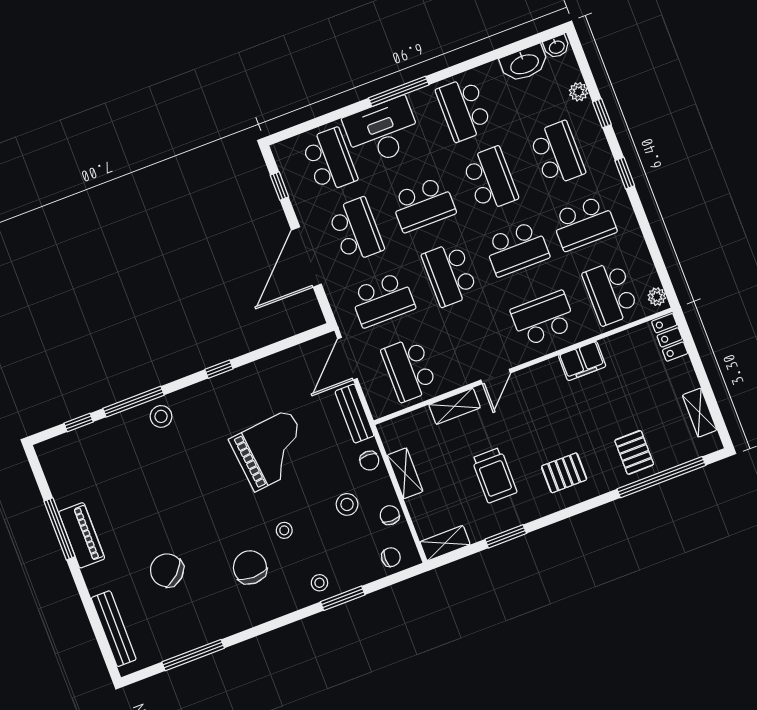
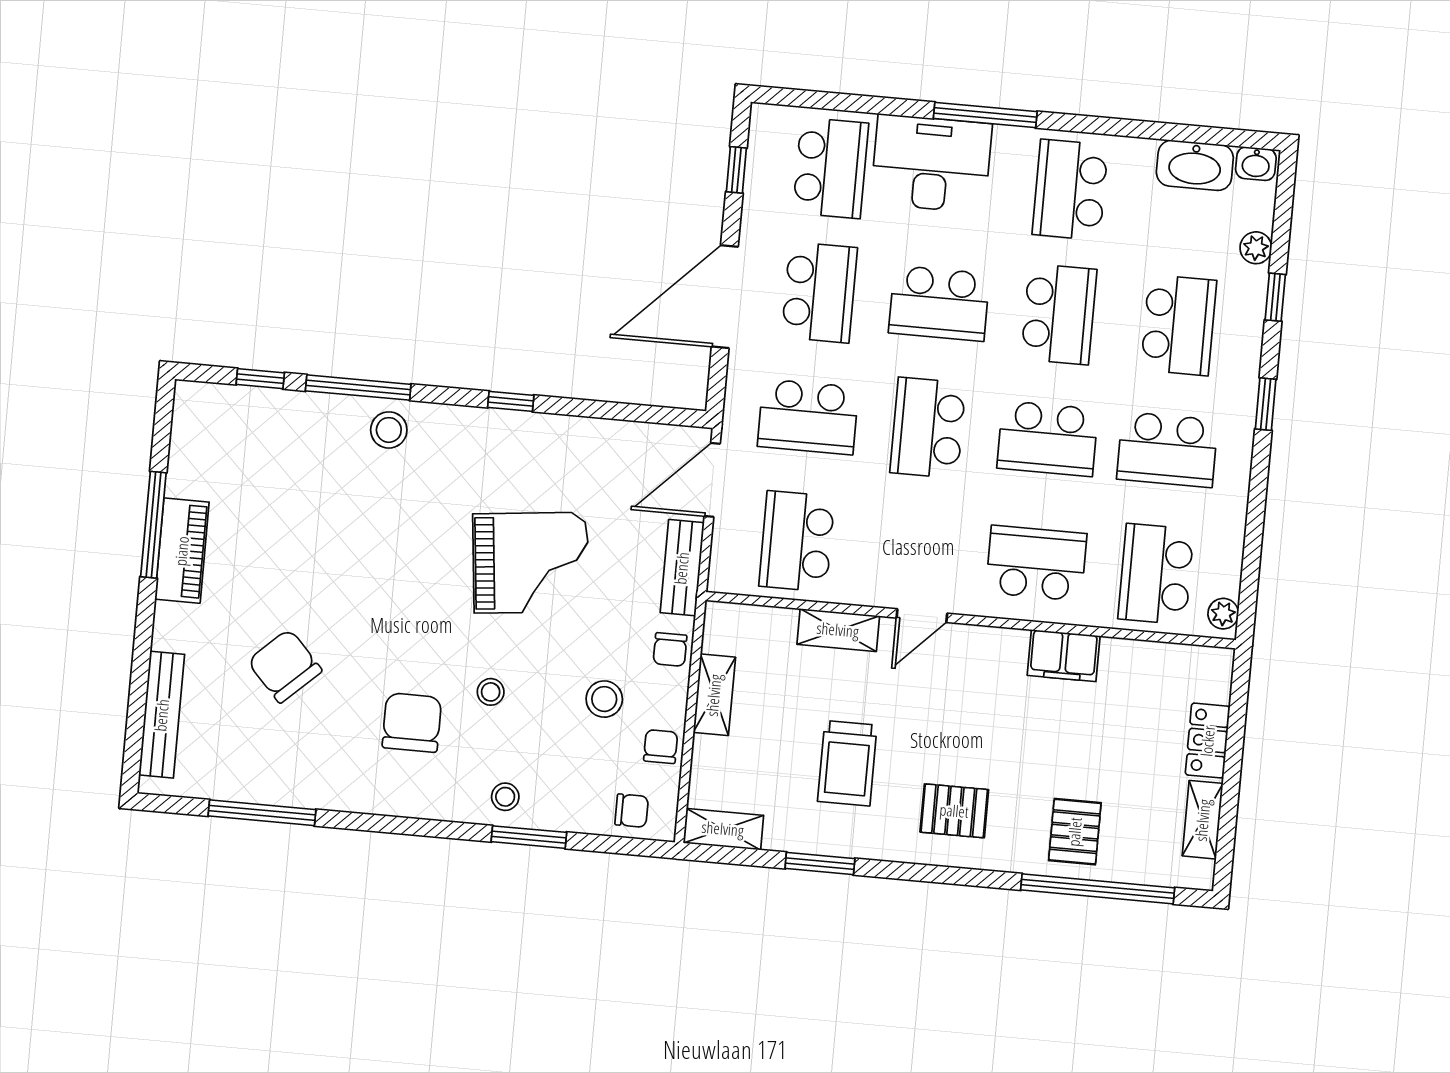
locker: (670, 337) -> (1208, 741), moved

